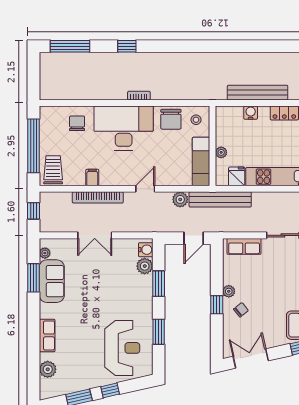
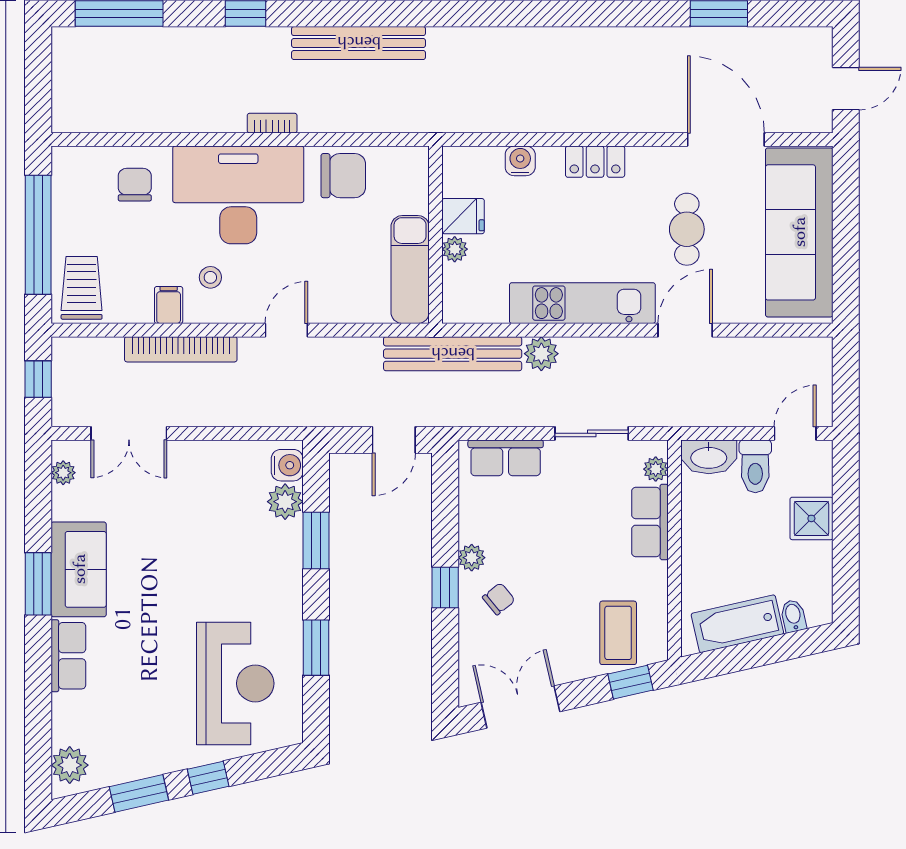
bench: (258, 93) -> (359, 43), moved
chair: (171, 119) -> (343, 176), turned -90
stool: (196, 120) -> (210, 277), moved
fridge: (237, 176) -> (463, 216), moved, turned 90
plant: (180, 199) -> (541, 354), moved
double door: (95, 235) -> (129, 433), moved
window: (34, 278) -> (38, 584), moved
sofa: (52, 281) -> (79, 569), moved
plant: (48, 369) -> (70, 765), moved

